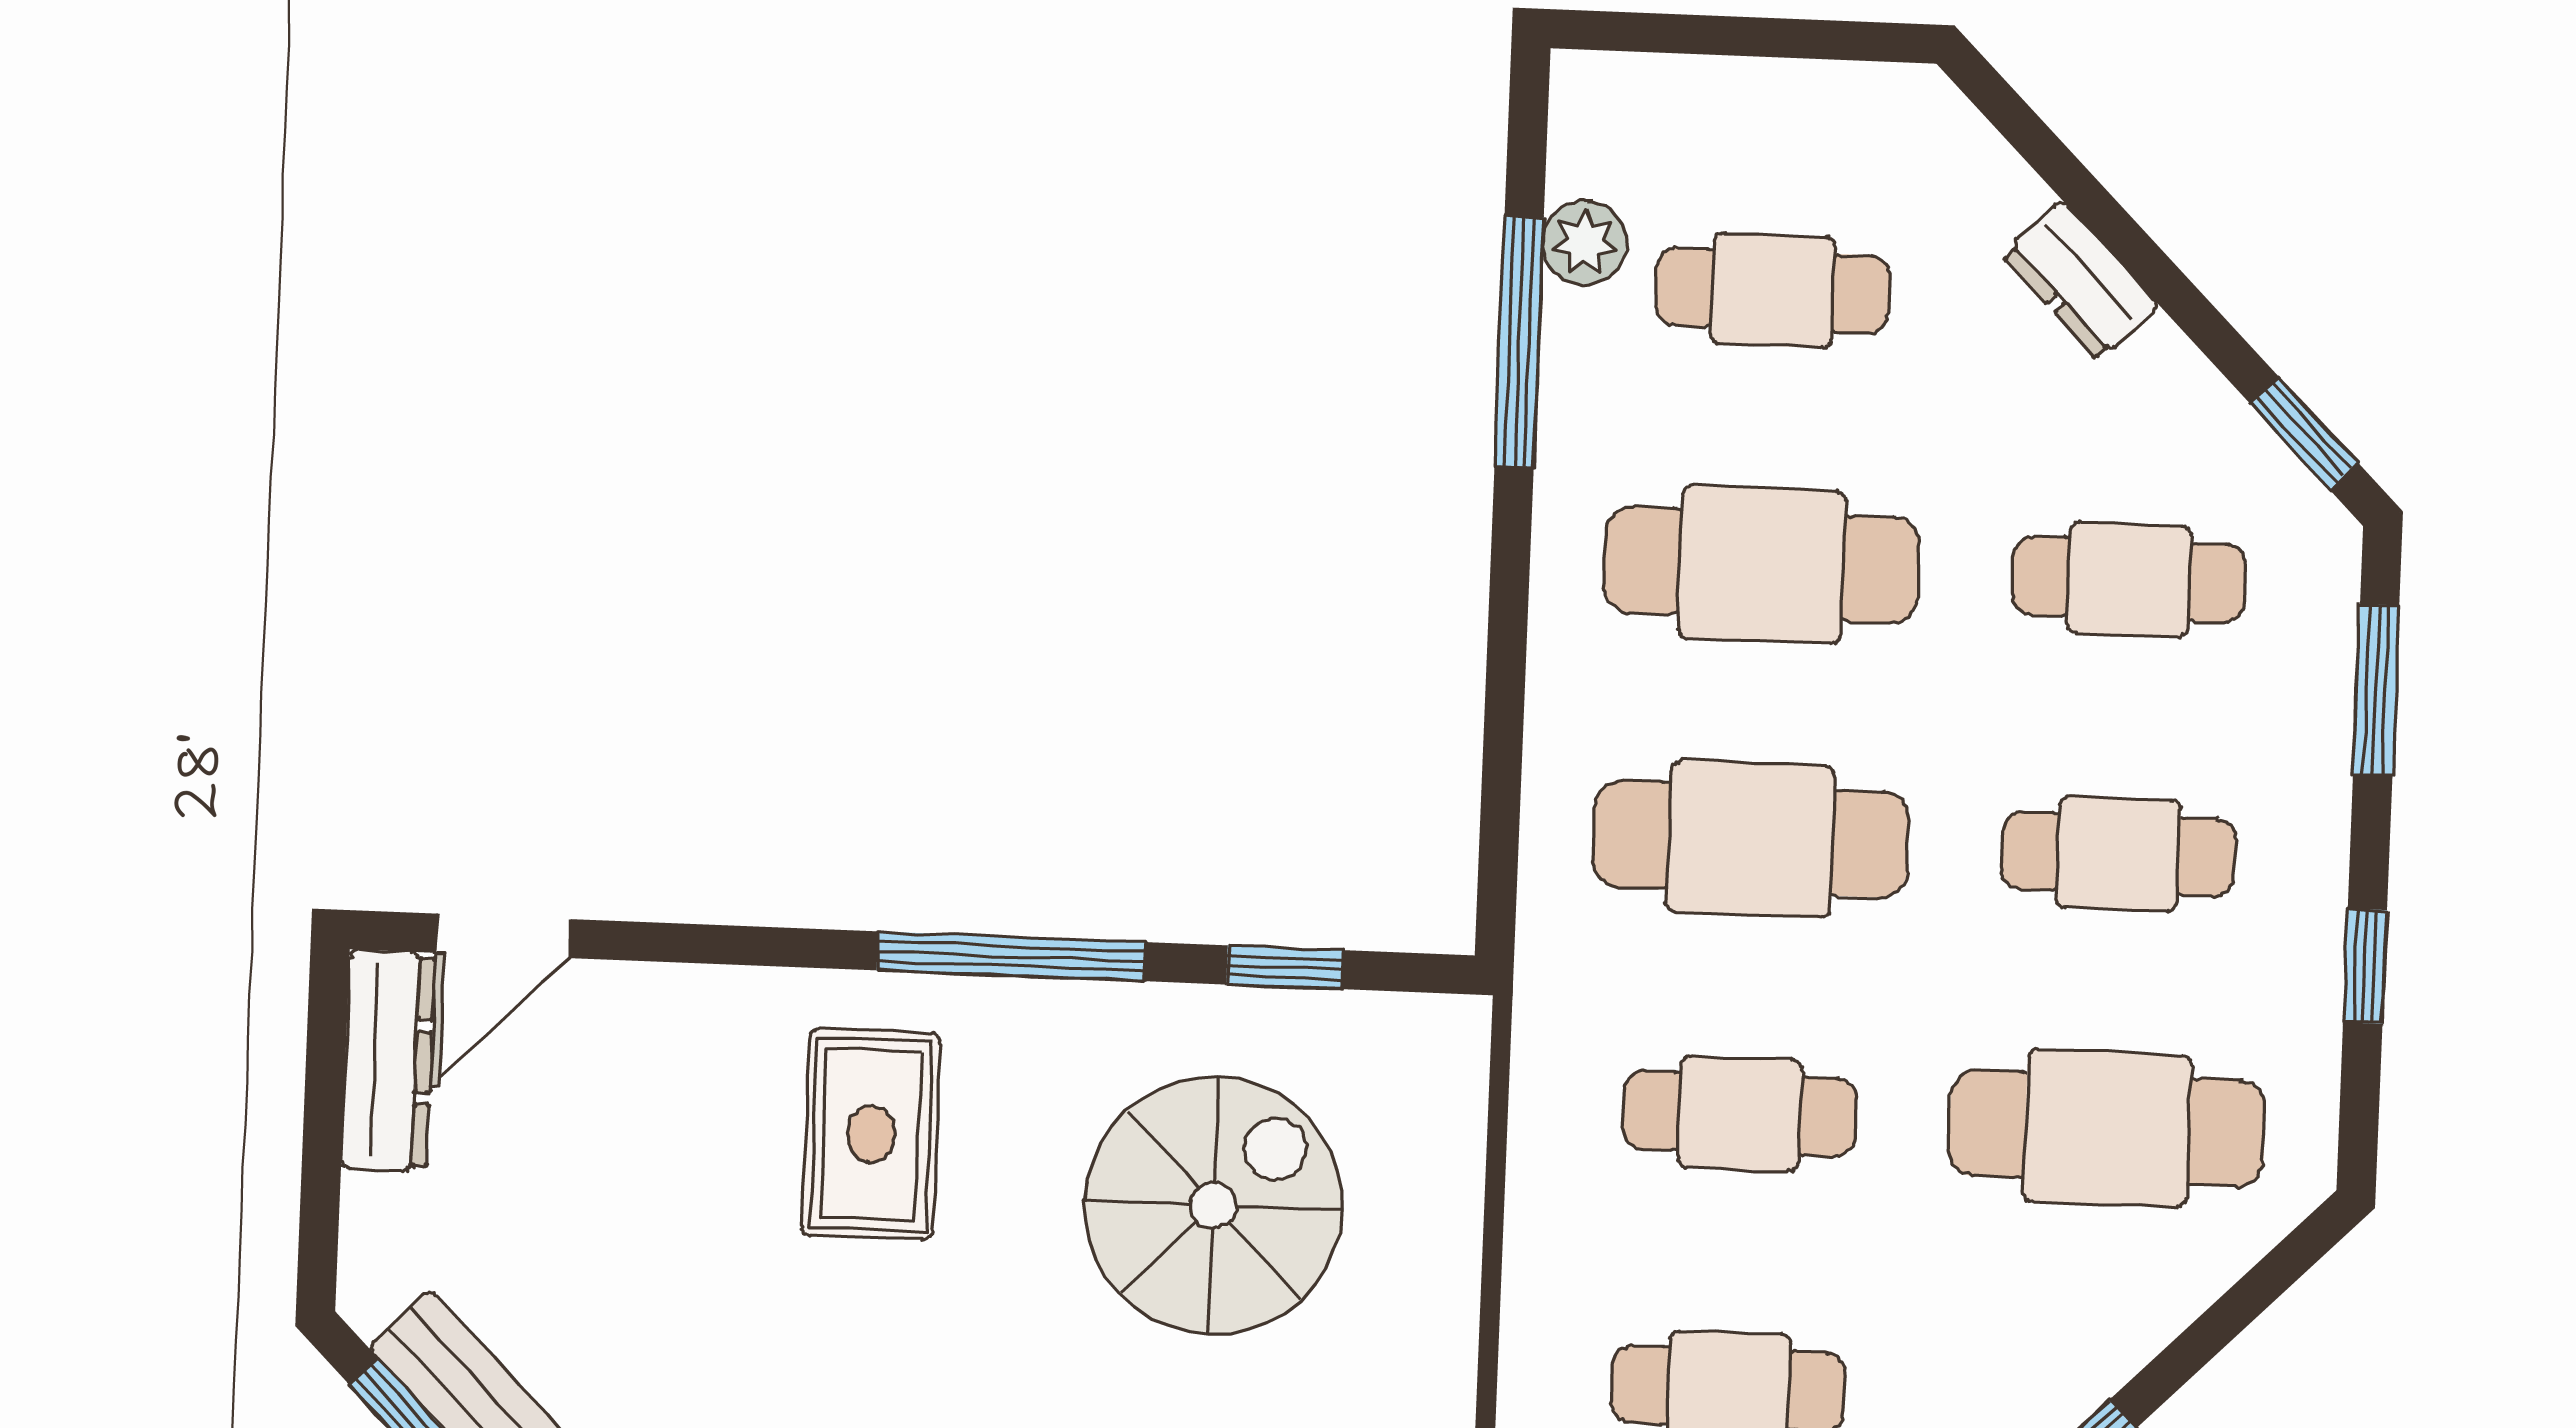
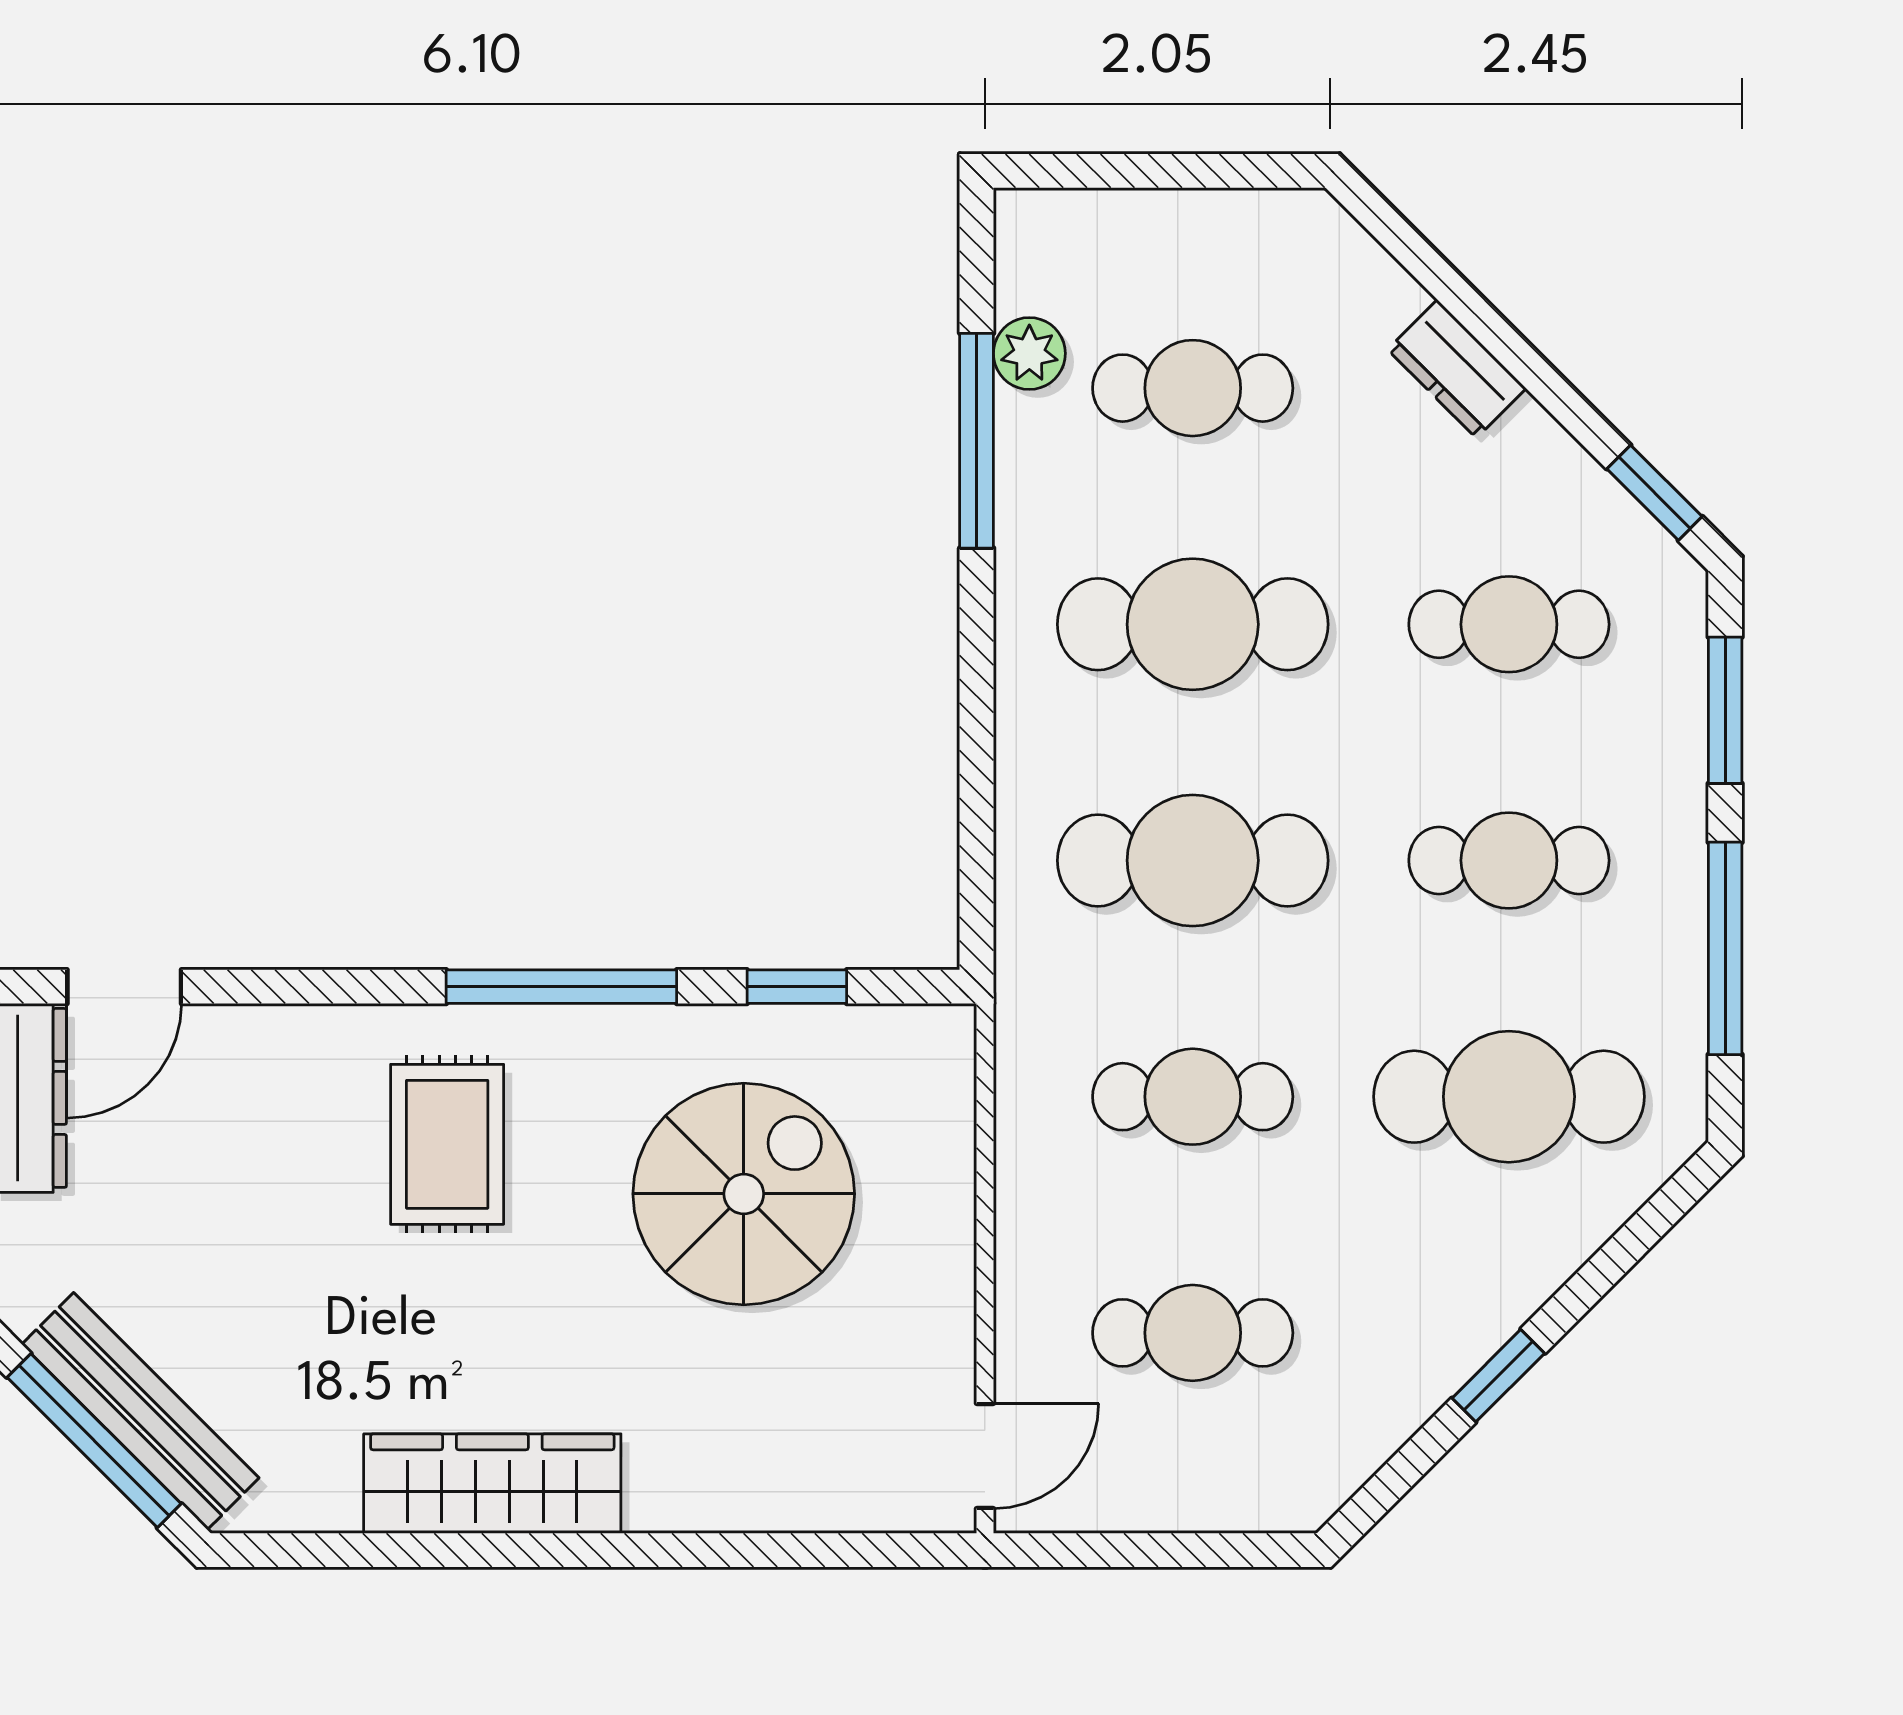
window: (2365, 966) -> (1725, 948), width x2.17

